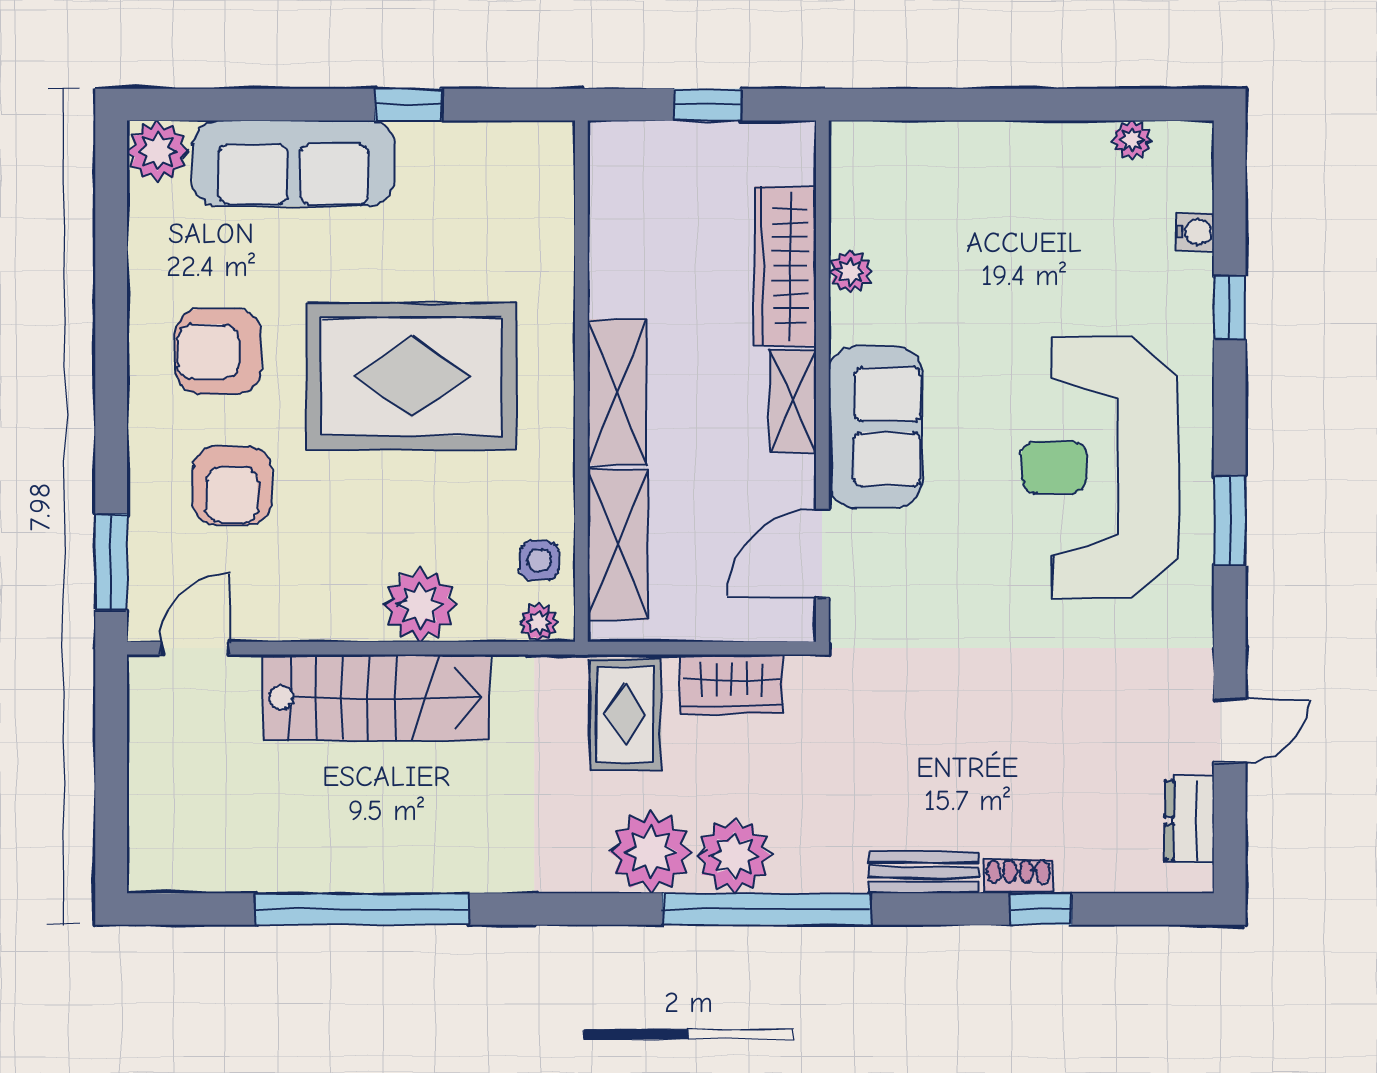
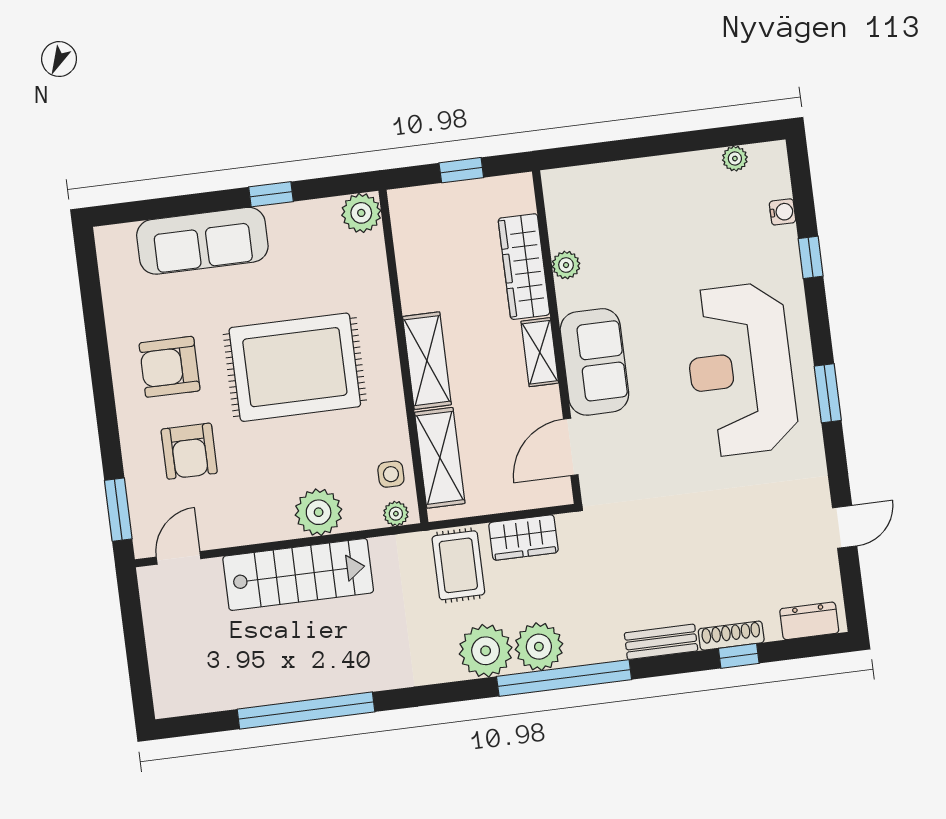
plant: (158, 151) -> (361, 213), moved
dresser: (1189, 820) -> (809, 621), moved, turned 90
shoe rack: (1018, 876) -> (731, 636), width x1.43

